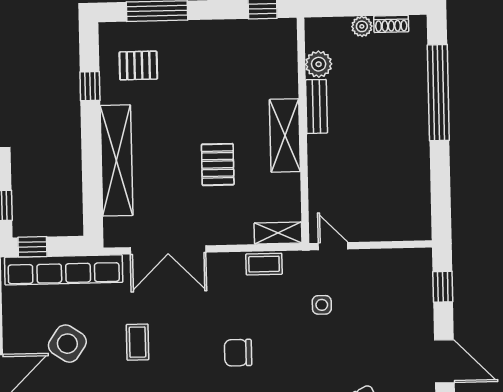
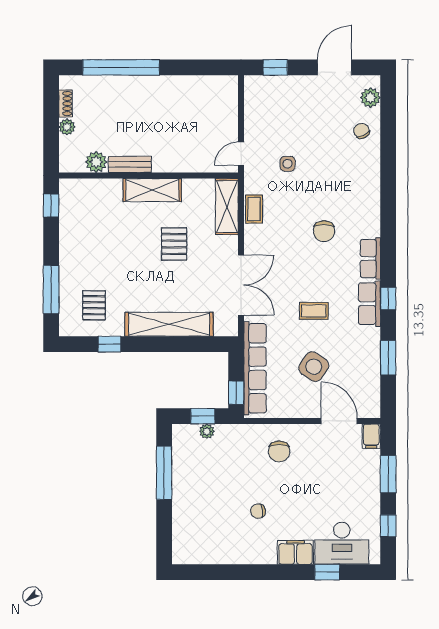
pallet: (218, 165) -> (174, 244), turned 90
shelving: (278, 233) -> (227, 207), width x1.50, depth x1.33

